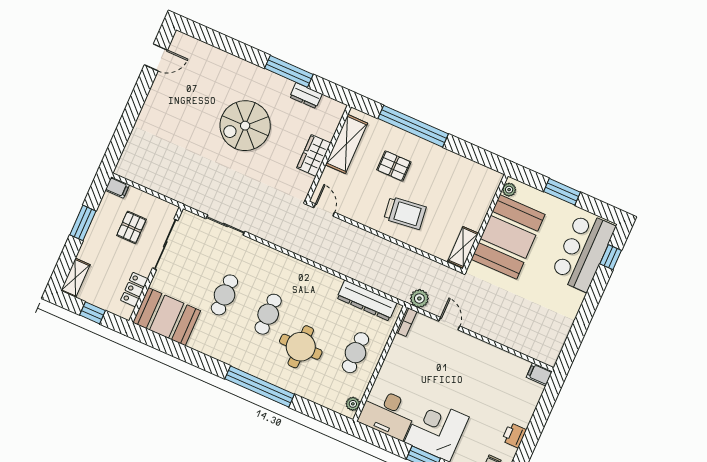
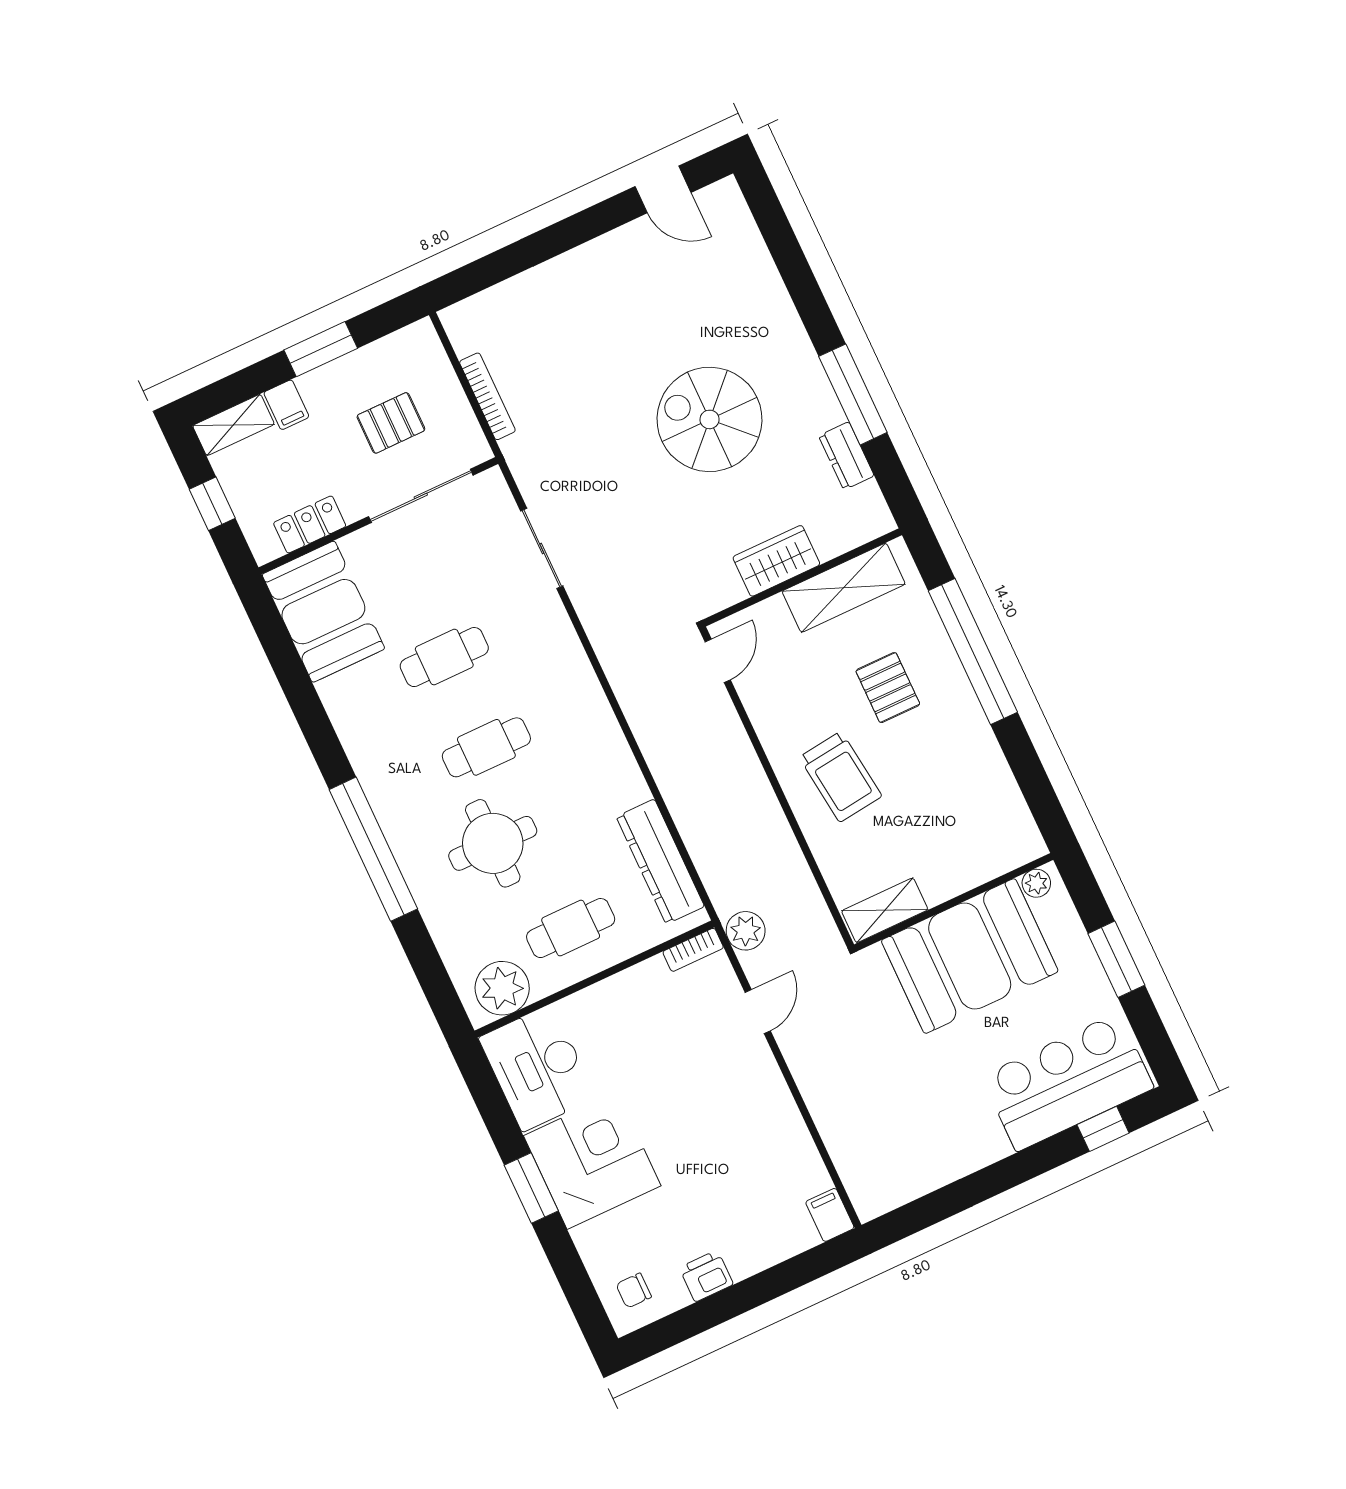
bookcase: (158, 187) -> (487, 396), added
filing cabinet: (117, 188) -> (286, 405), moved
plant: (353, 404) -> (502, 988), width x1.88, depth x1.88

